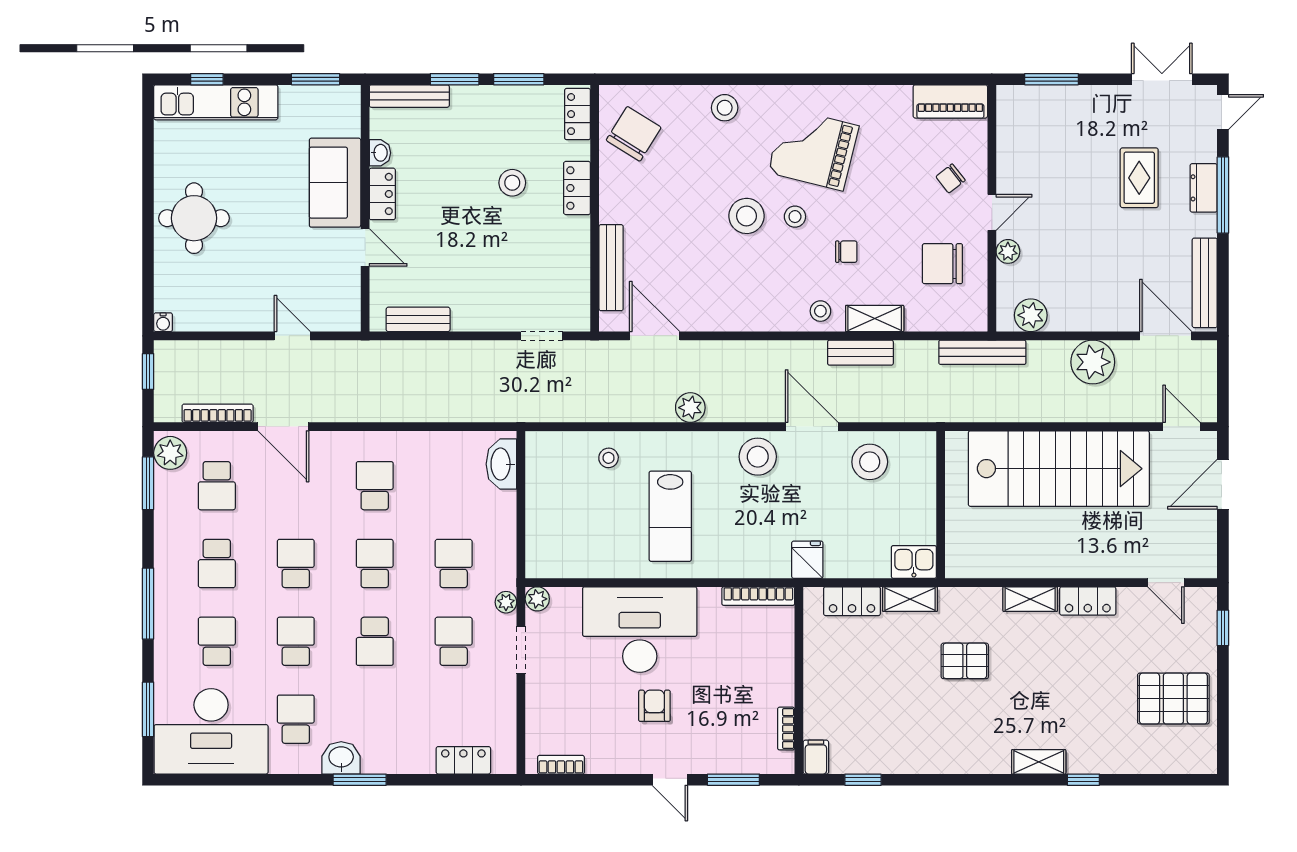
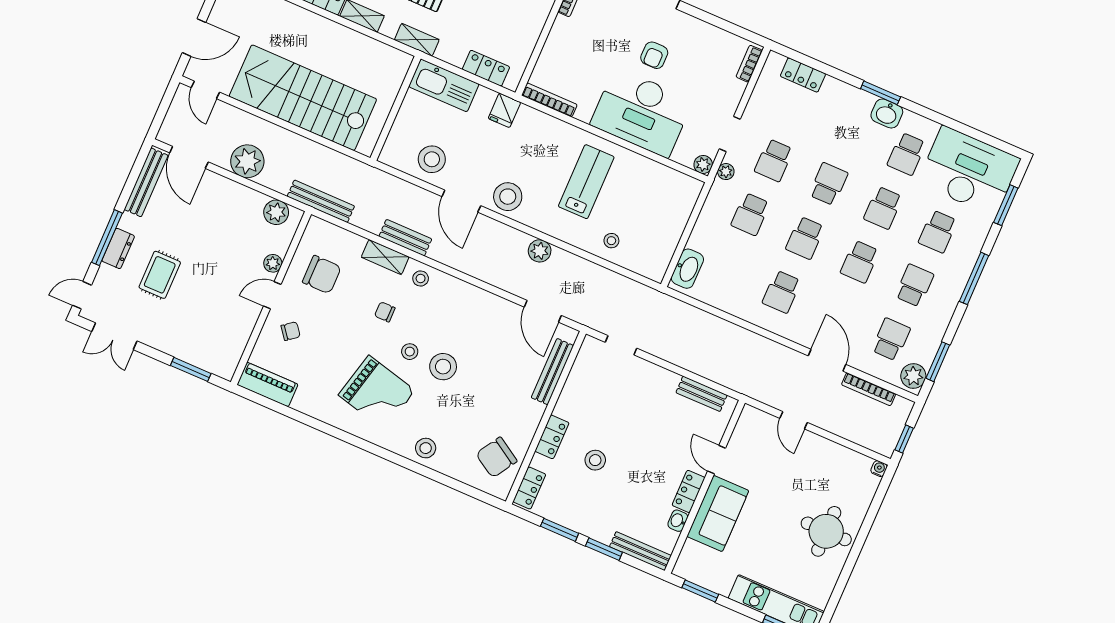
kitchen sink: (914, 562) -> (444, 85), width x1.87, depth x1.24
shelving: (910, 599) -> (417, 40), moved
bookcase: (561, 765) -> (749, 64), moved, turned 90

